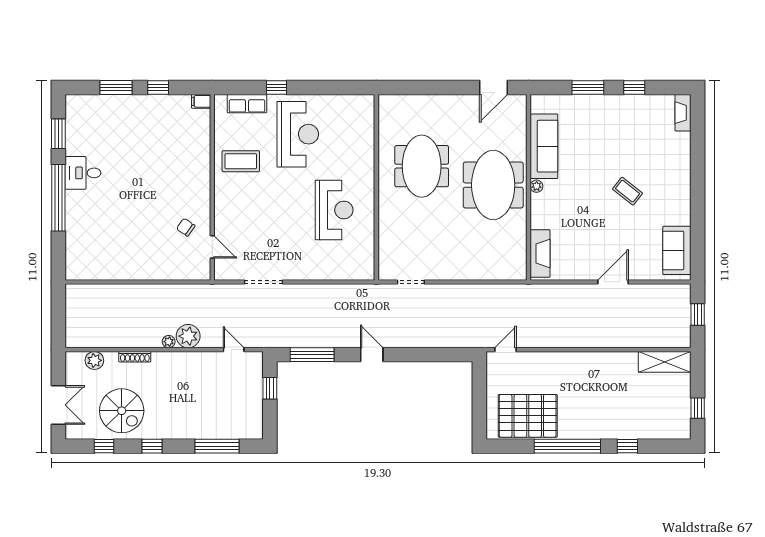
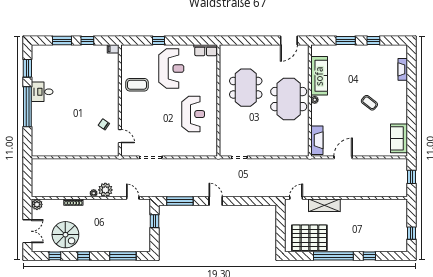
row of seats: (247, 104) -> (206, 50), moved
fireplace: (683, 113) -> (403, 69), moved
door: (613, 282) -> (343, 157), moved
plant: (94, 360) -> (37, 204), moved
shelving: (665, 362) -> (324, 205), moved

